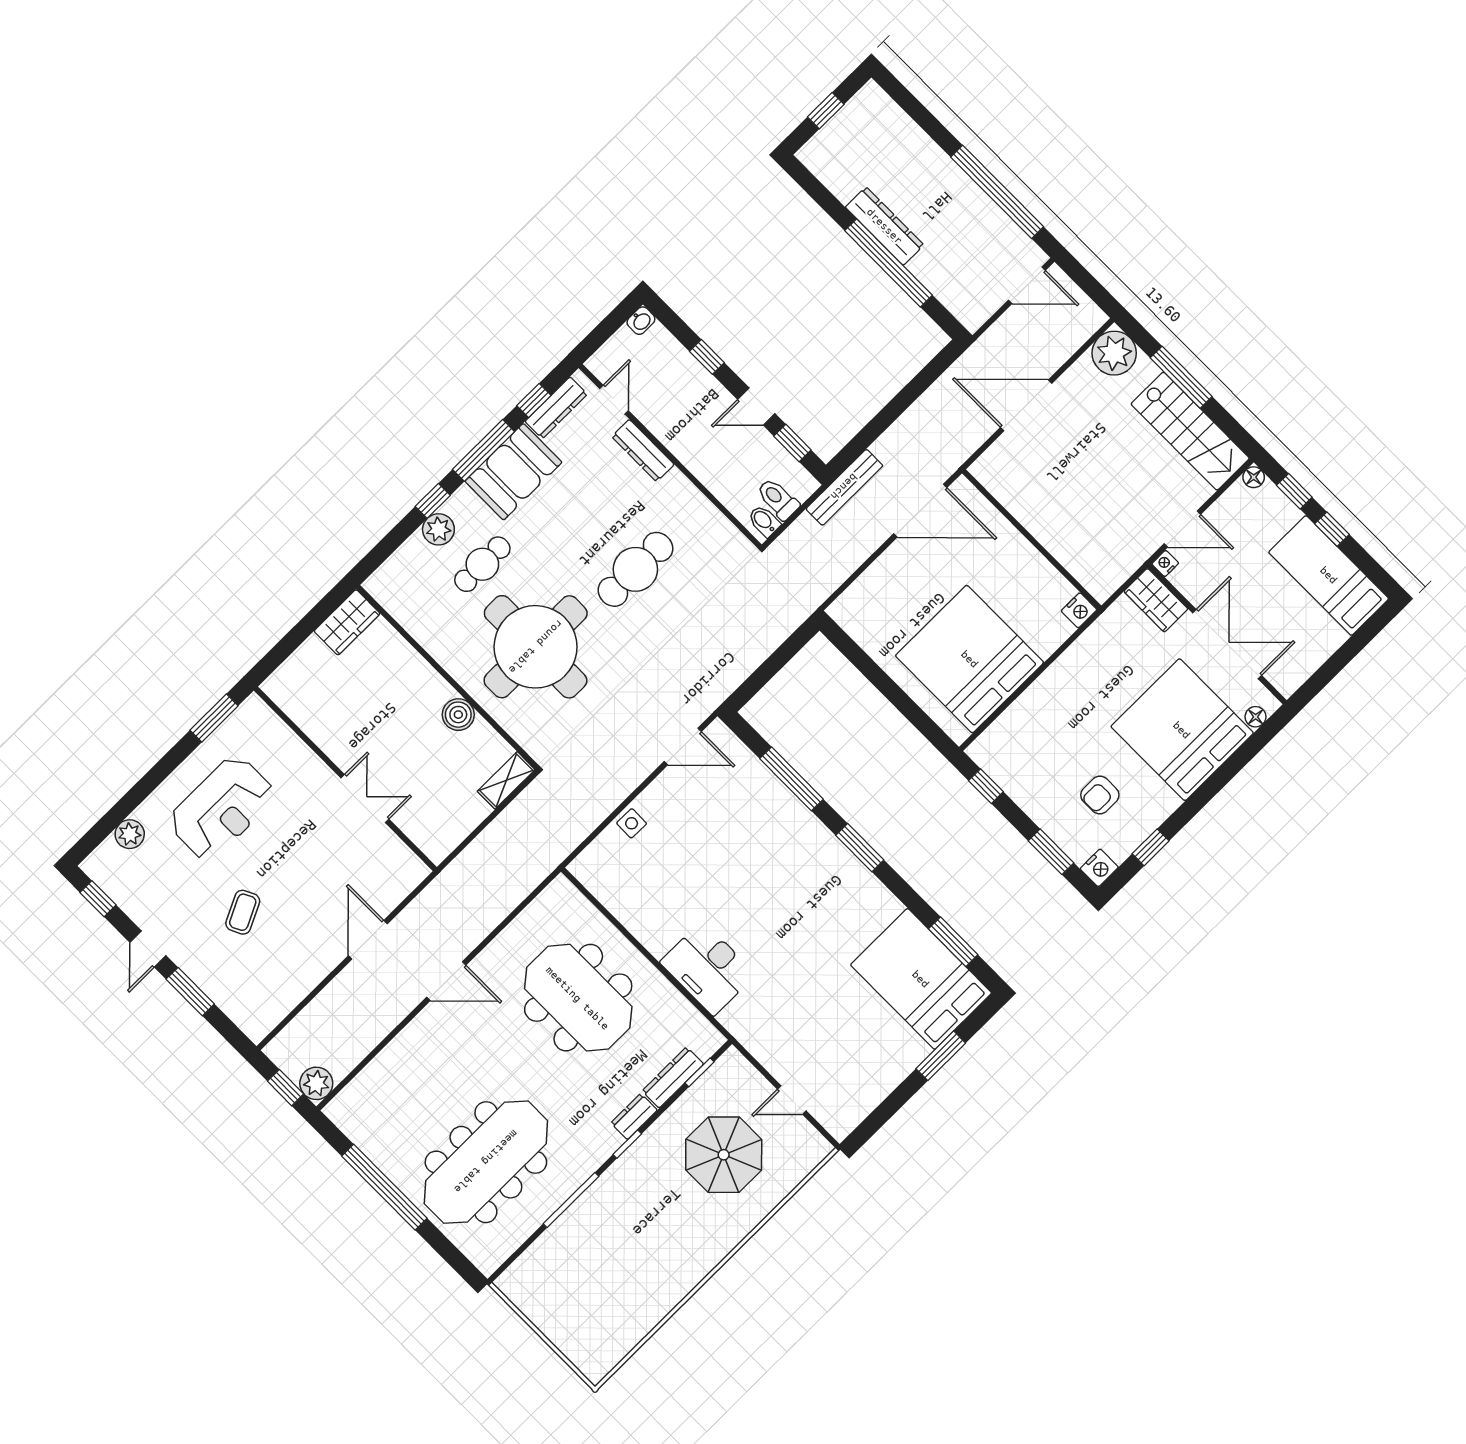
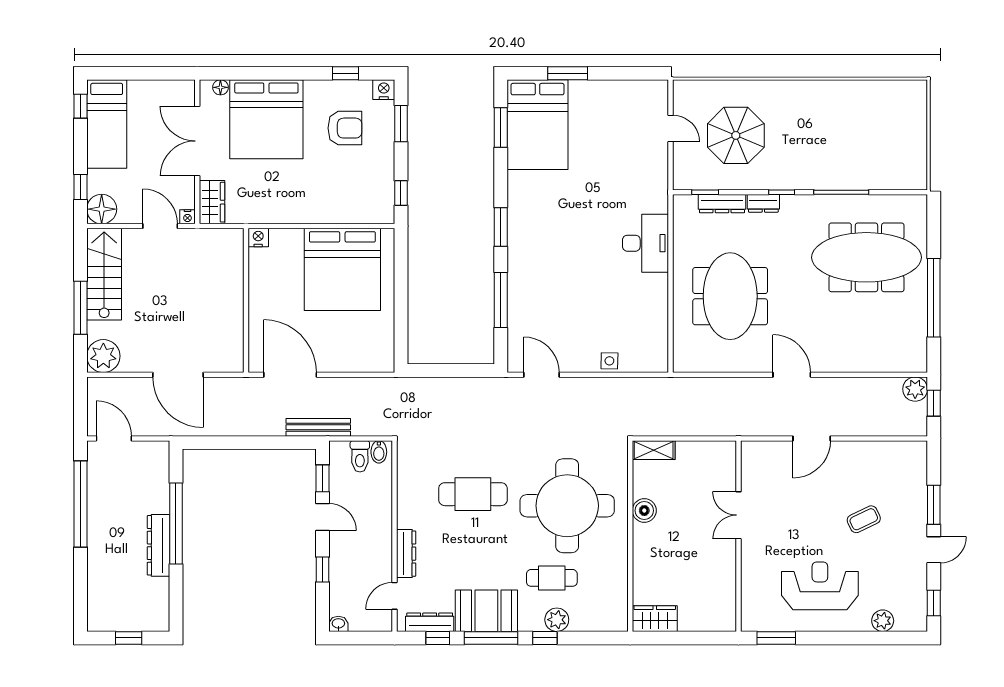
floor lamp: (1254, 477) -> (102, 209), width x1.89, depth x1.89
window: (1332, 529) -> (80, 106), moved
armchair: (1100, 795) -> (345, 128), width x1.38, depth x1.38

